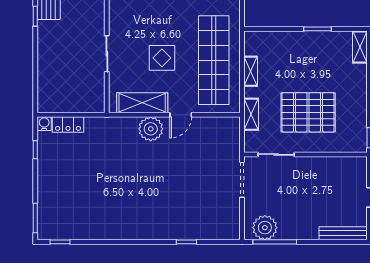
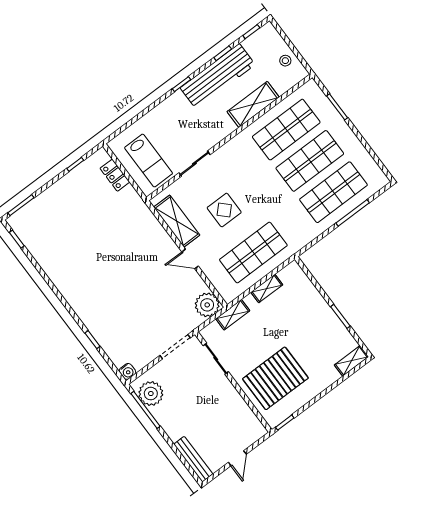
shop shelf: (214, 60) -> (253, 253), width x0.71
lab bench: (77, 89) -> (149, 161), added
pallet: (308, 112) -> (275, 378), moved, turned 90
water cooler: (44, 124) -> (127, 371), moved, turned 90
plant: (151, 129) -> (207, 305), moved

